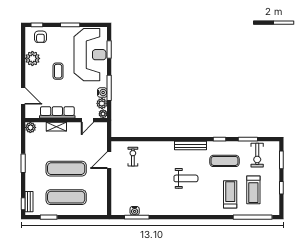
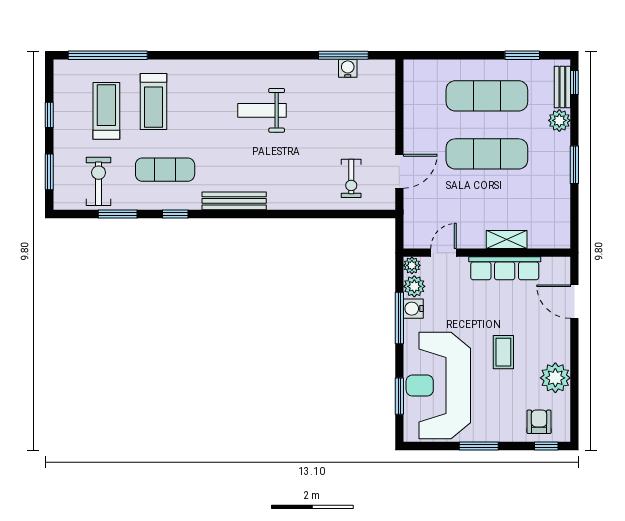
plant: (30, 127) -> (559, 120), moved
weight bench: (186, 178) -> (262, 110), moved

